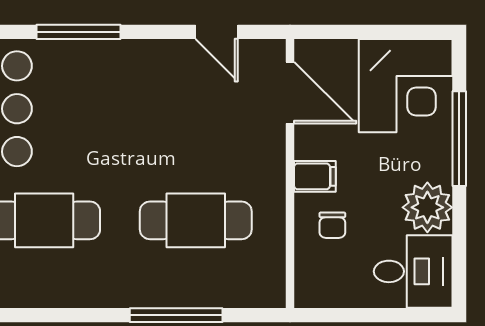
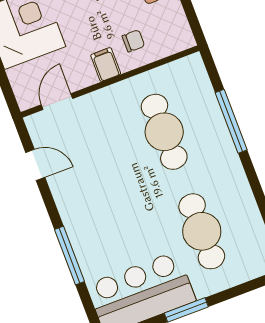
door: (217, 32) -> (35, 165), hinge flipped
door: (290, 93) -> (57, 102), width x0.73

